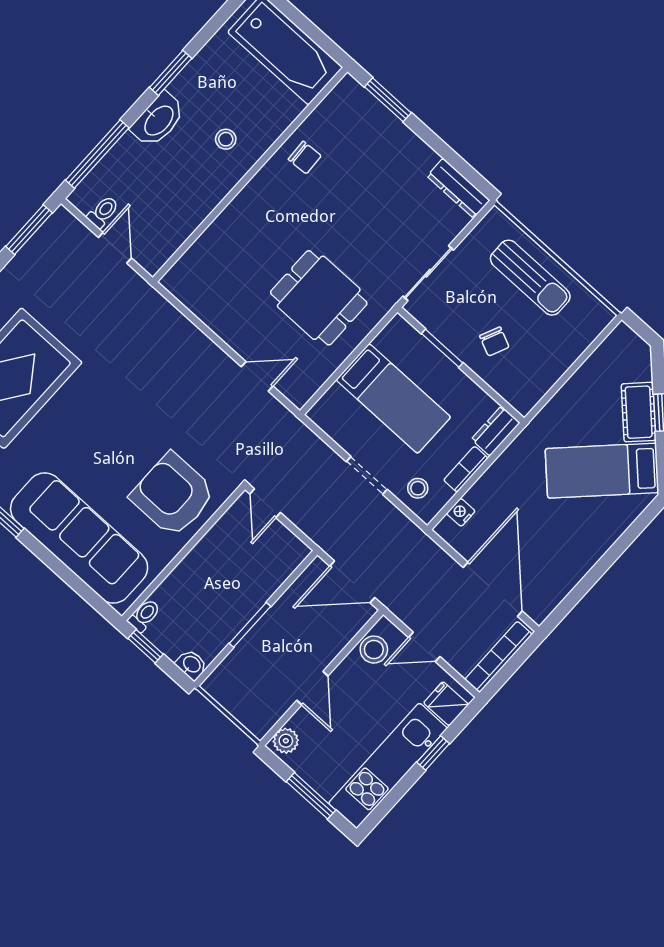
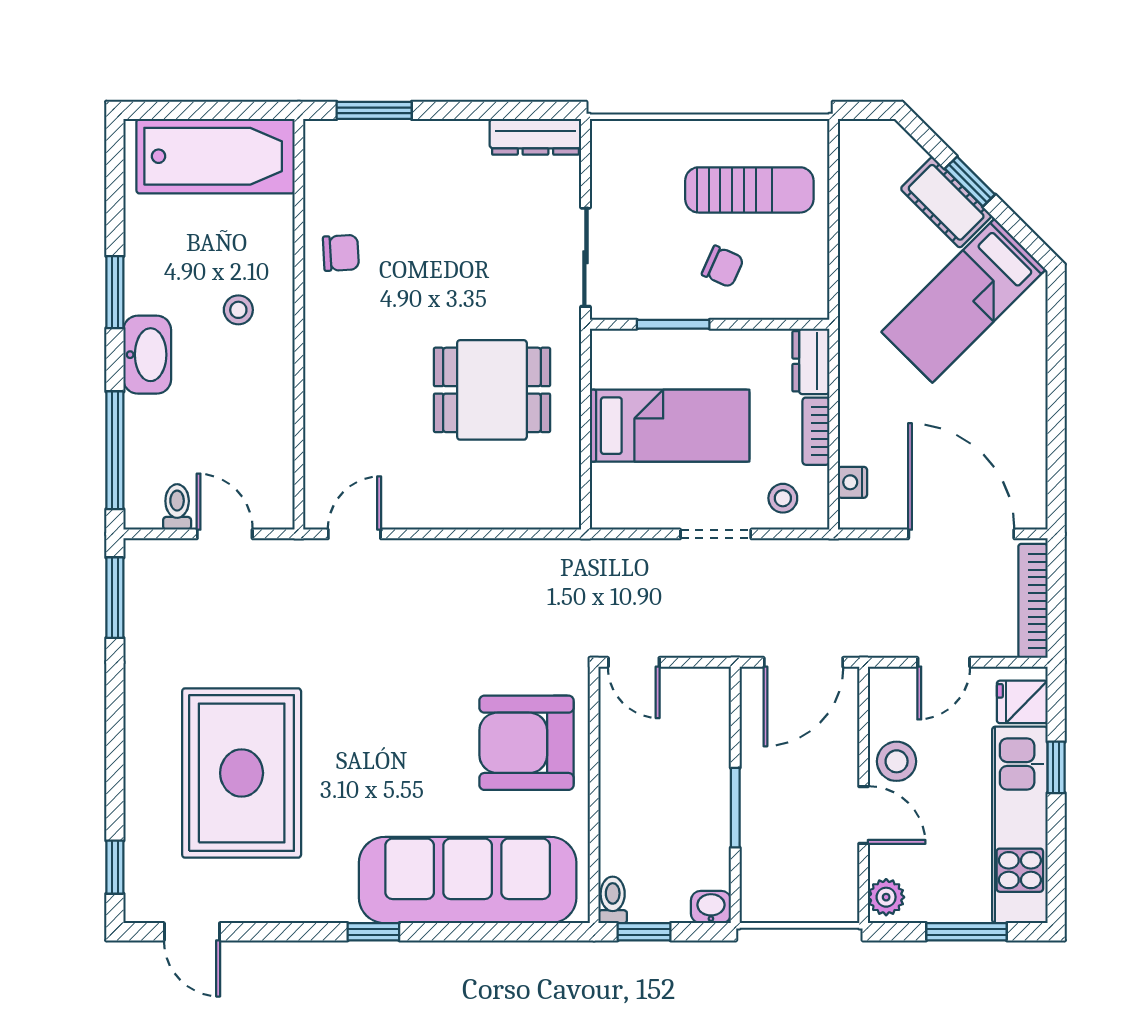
sun lounger: (530, 278) -> (749, 190), moved
door: (257, 376) -> (354, 534), moved
stool: (374, 650) -> (897, 761), moved

